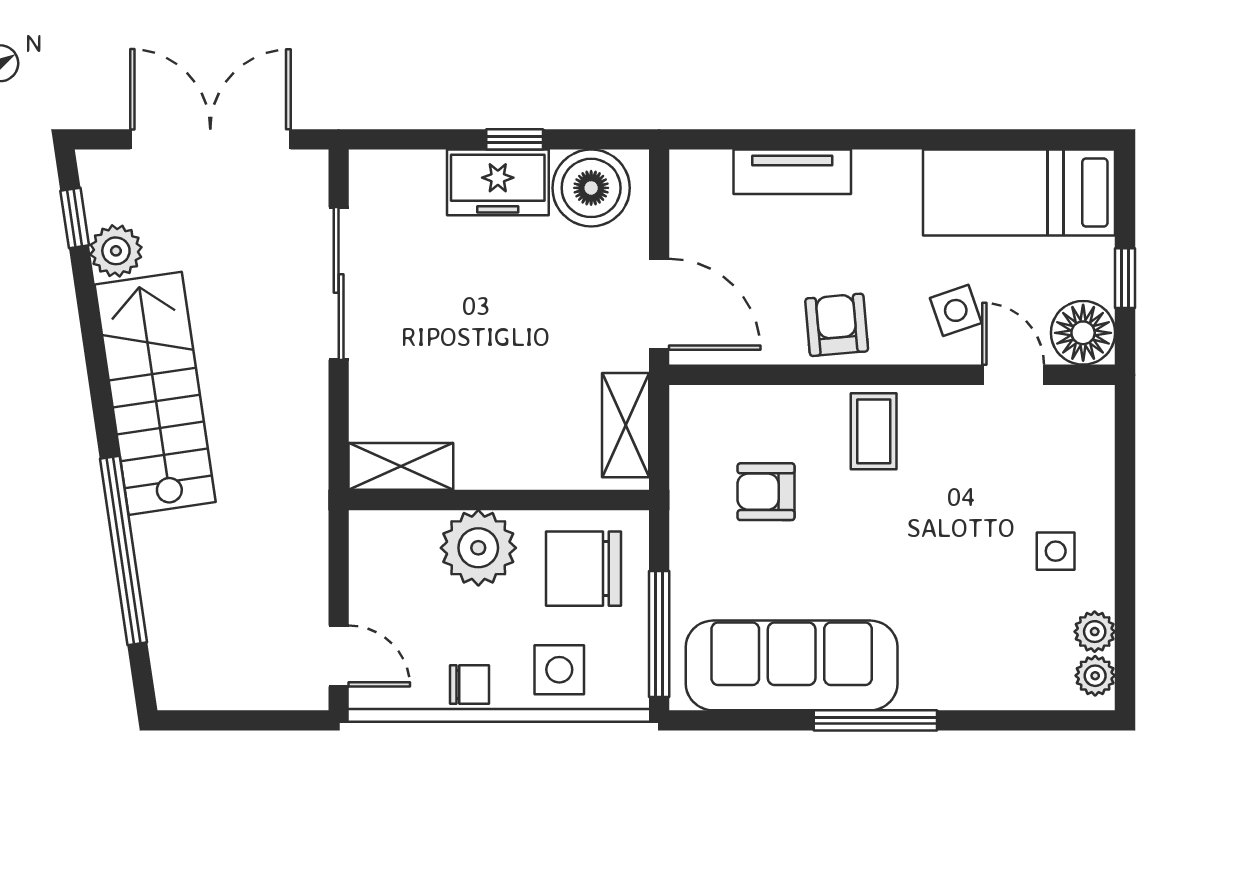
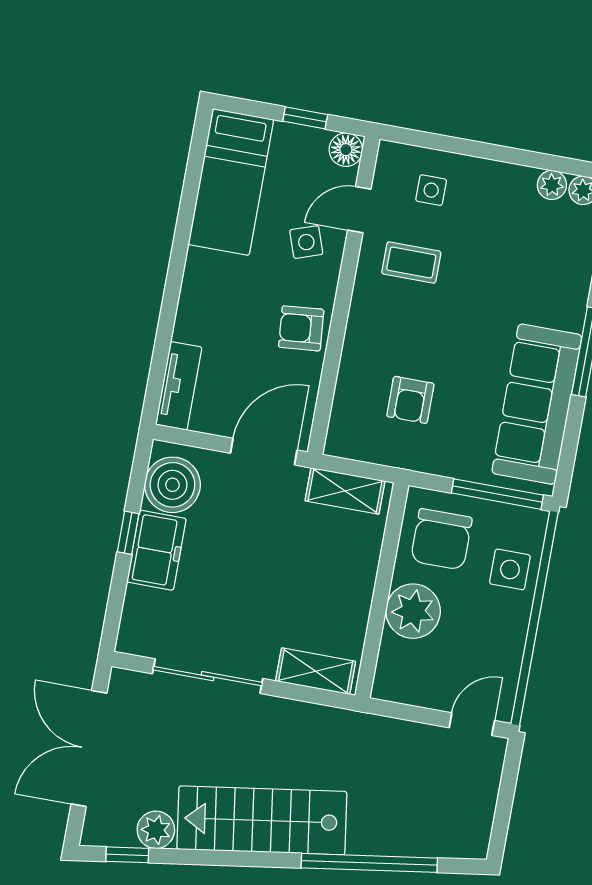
tv unit: (792, 172) -> (179, 386), moved
floor lamp: (1083, 333) -> (346, 150), width x0.73, depth x0.73
coffee table: (874, 431) -> (411, 263), moved
shelving: (401, 466) -> (316, 671), moved, turned 90
side table: (1056, 551) -> (431, 190), moved
chair: (469, 685) -> (509, 635), removed

